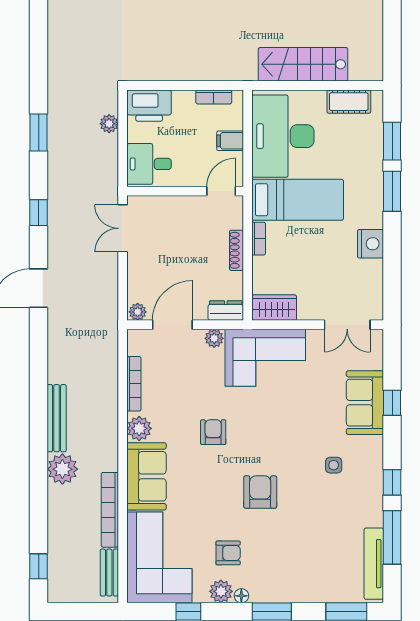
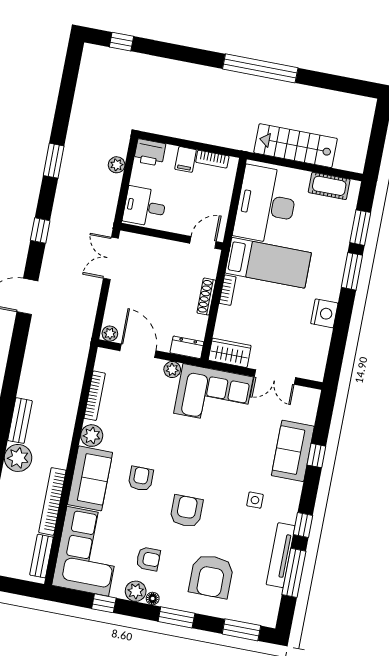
printer: (149, 106) -> (150, 153), width x0.73, depth x0.84
filing cabinet: (230, 141) -> (186, 159), moved, turned -90
door: (172, 325) -> (138, 351), hinge flipped
double door: (347, 325) -> (275, 377), moved
bench: (57, 418) -> (20, 421), width x0.73
armchair: (213, 432) -> (141, 479), moved
armchair: (302, 559) -> (211, 576), added
tv unit: (374, 564) -> (281, 555), moved

